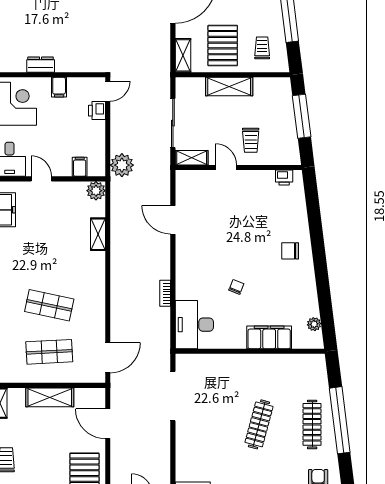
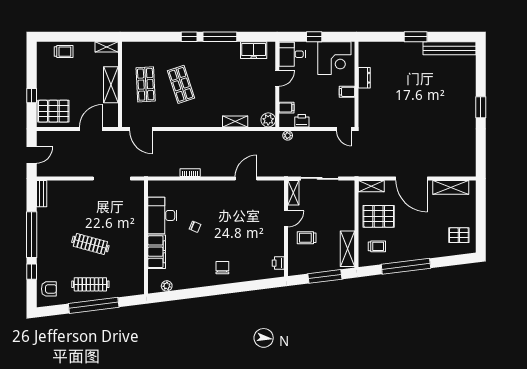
shelving: (229, 87) -> (347, 249), moved
printer: (97, 111) -> (302, 121), moved
plant: (122, 165) -> (288, 136), width x0.53, depth x0.53
shop shelf: (49, 305) -> (181, 84), turned -30
desk: (194, 325) -> (162, 215), moved, turned -90

